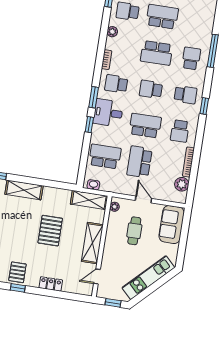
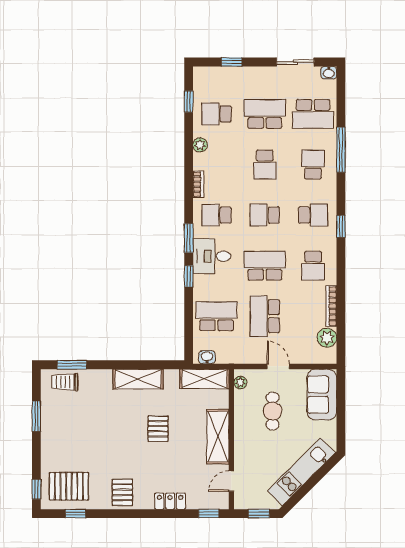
school desk: (197, 22) -> (313, 114), added
school desk: (157, 53) -> (265, 165), width x0.54
shelving: (24, 190) -> (138, 379), moved
pallet: (50, 231) -> (158, 429), width x0.67, depth x0.71
window: (18, 288) -> (209, 514), moved

